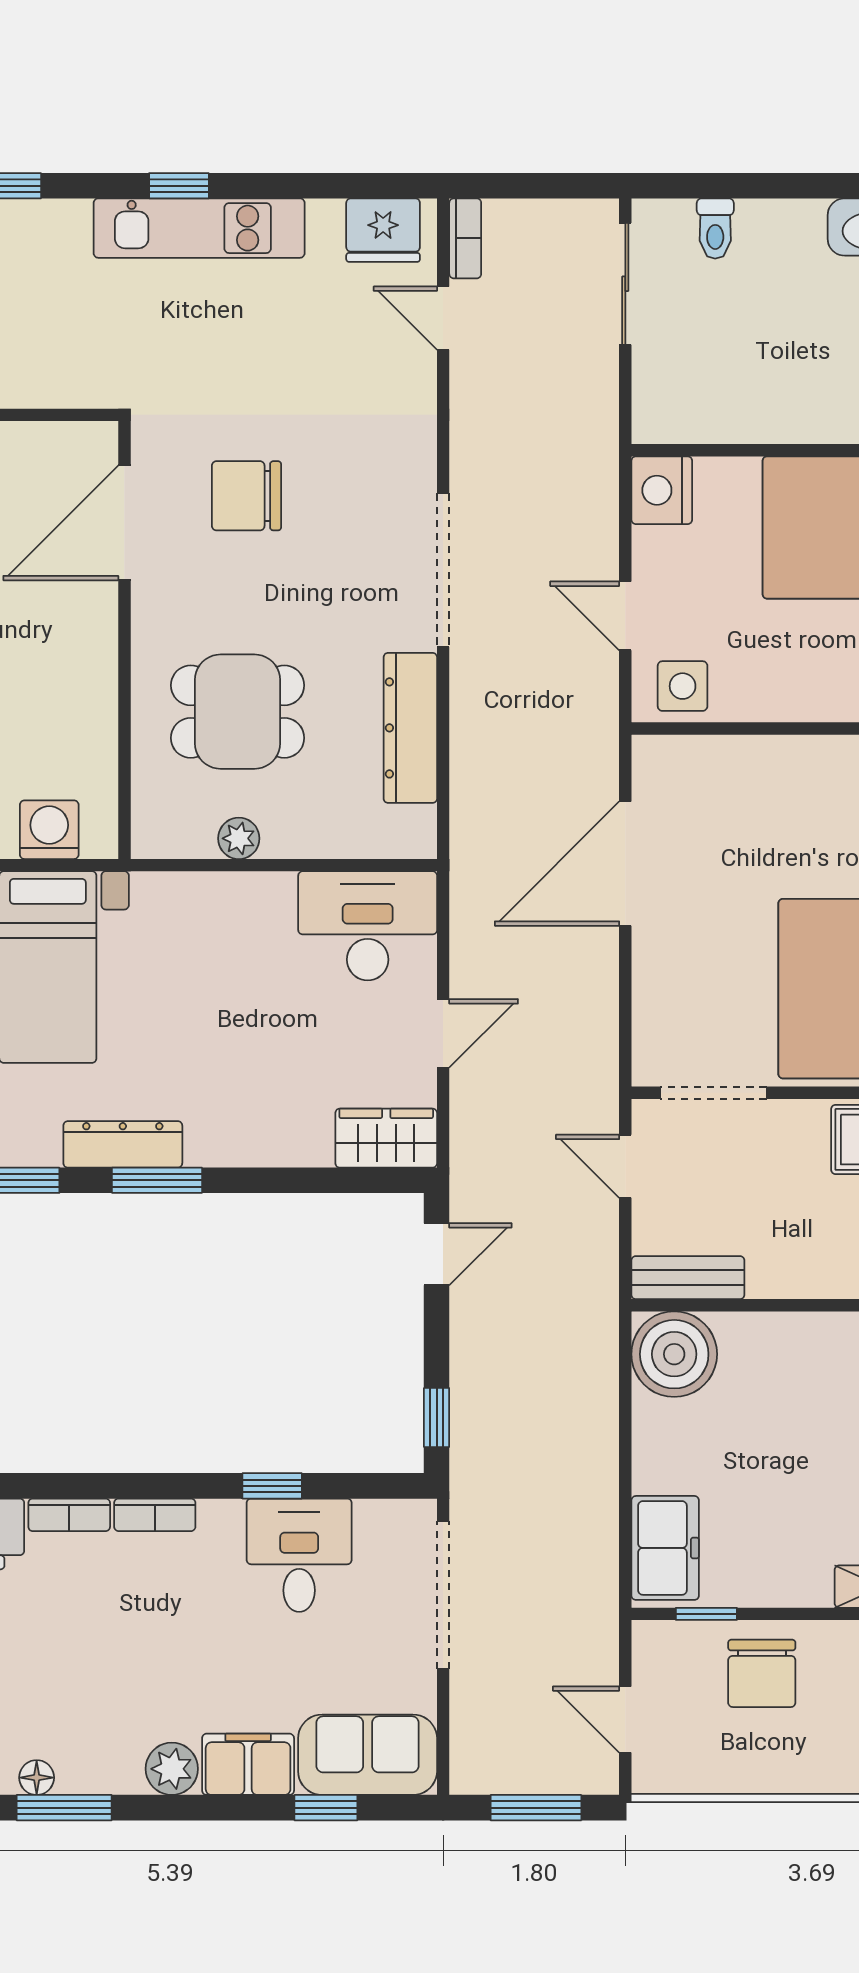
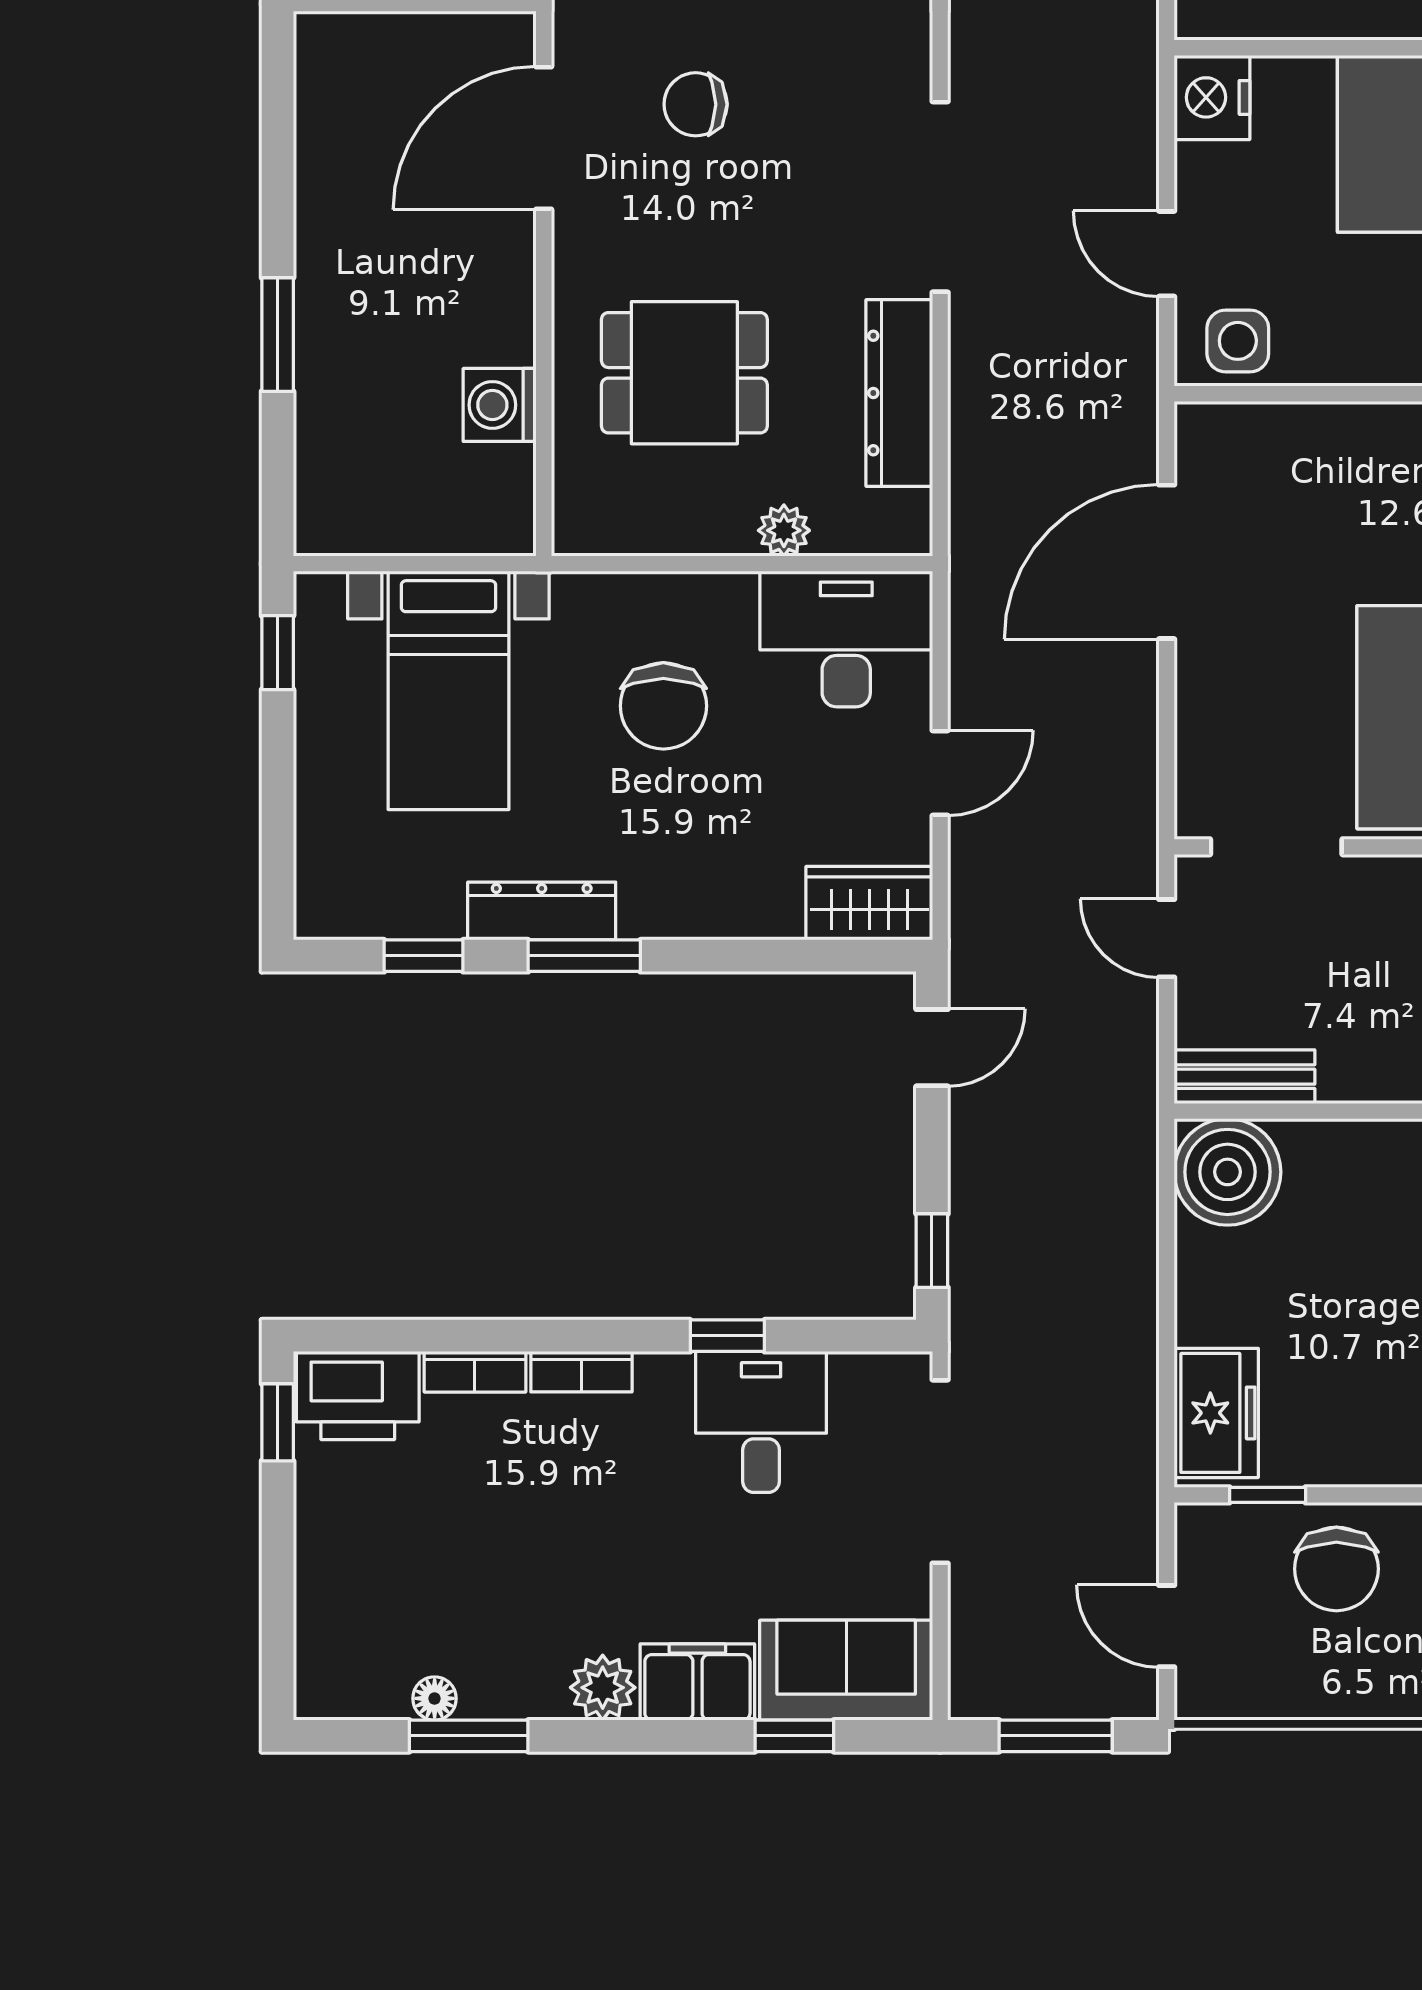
chair: (247, 496) -> (696, 104), width x0.73, depth x0.73
washing machine: (49, 830) -> (500, 405), moved, turned -90
plant: (239, 838) -> (784, 530), moved
chair: (221, 979) -> (663, 706), added

